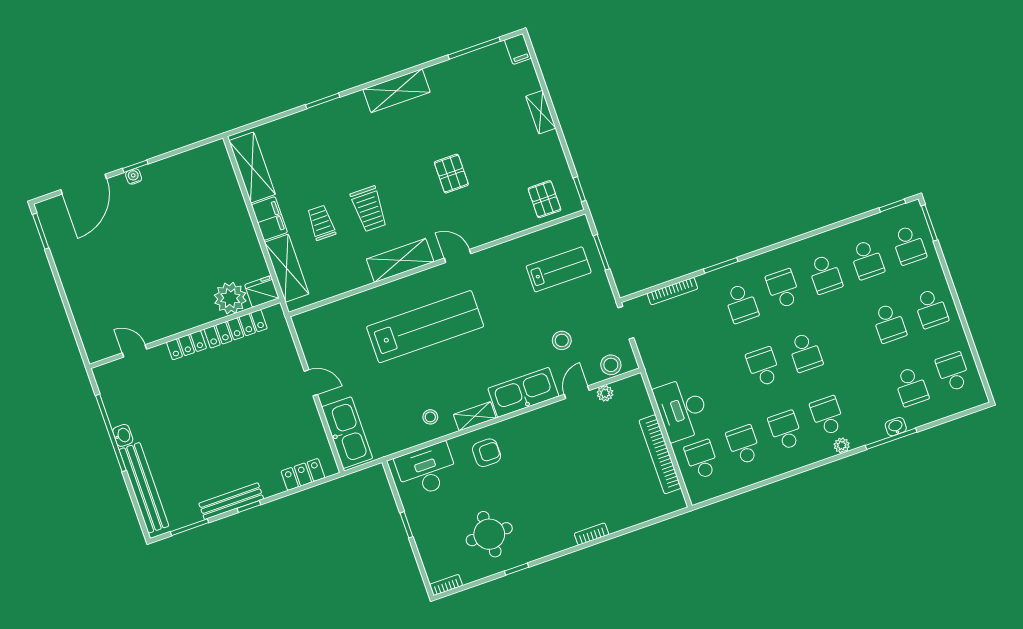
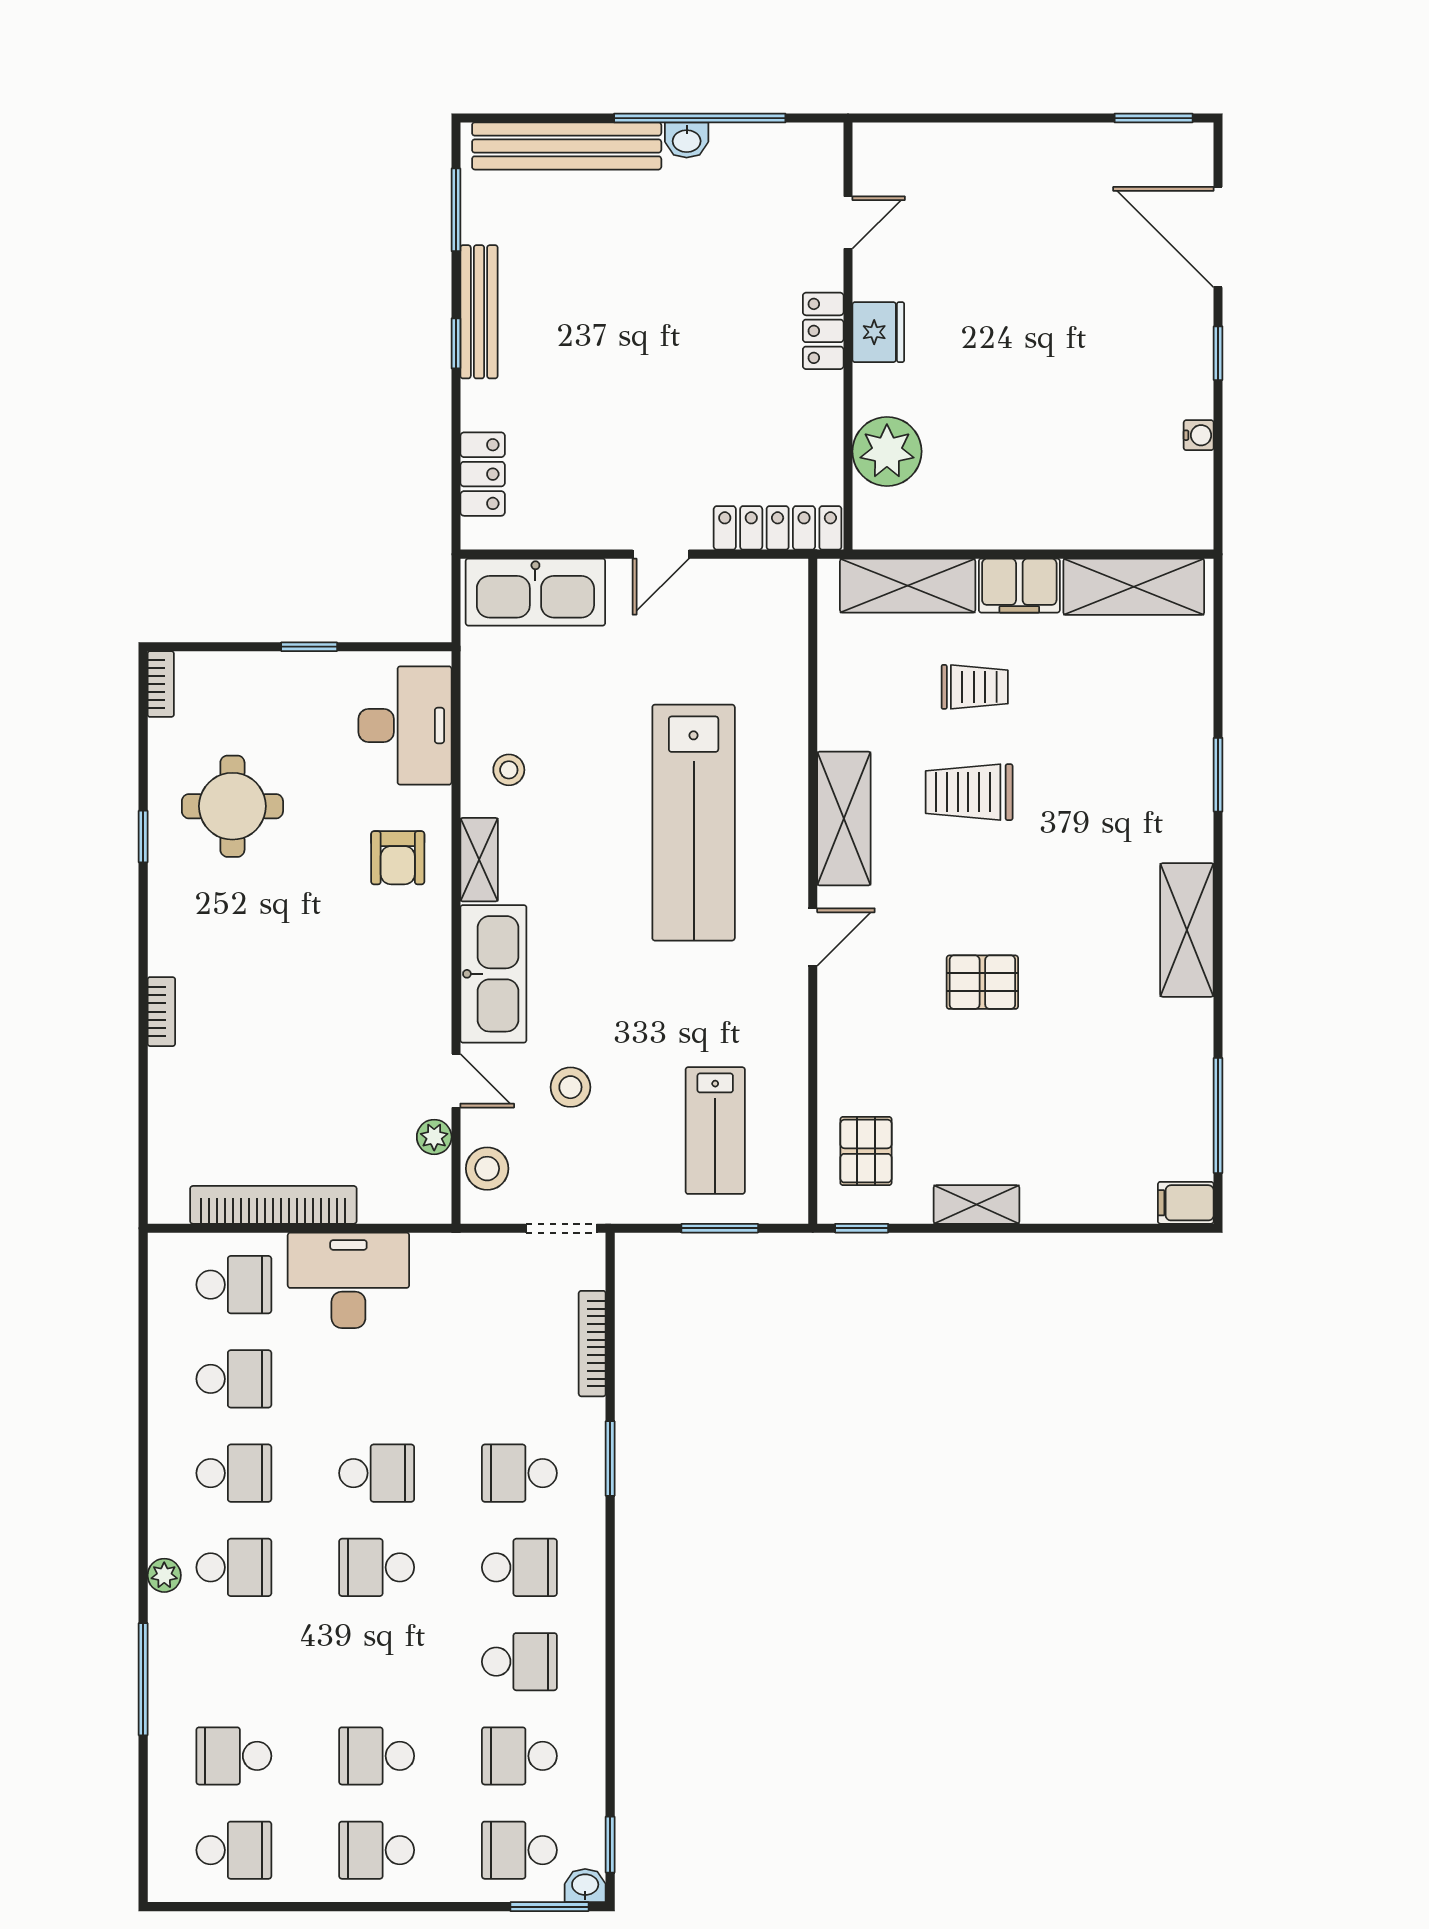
shelving: (541, 112) -> (977, 1204), moved
water cooler: (134, 176) -> (1199, 435), moved
pallet: (544, 199) -> (866, 1151), turned 90
school desk: (825, 274) -> (519, 1662), turned 180
fridge: (262, 291) -> (878, 332), moved
locker: (236, 329) -> (778, 528), moved, turned 90
washbasin: (896, 427) -> (585, 1886), moved, turned -90

